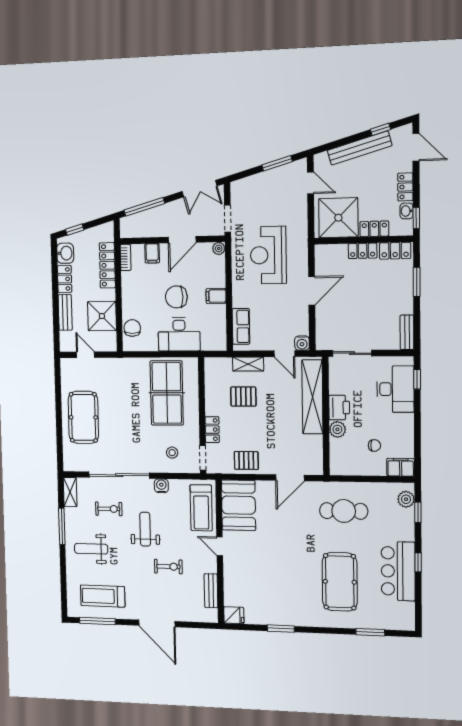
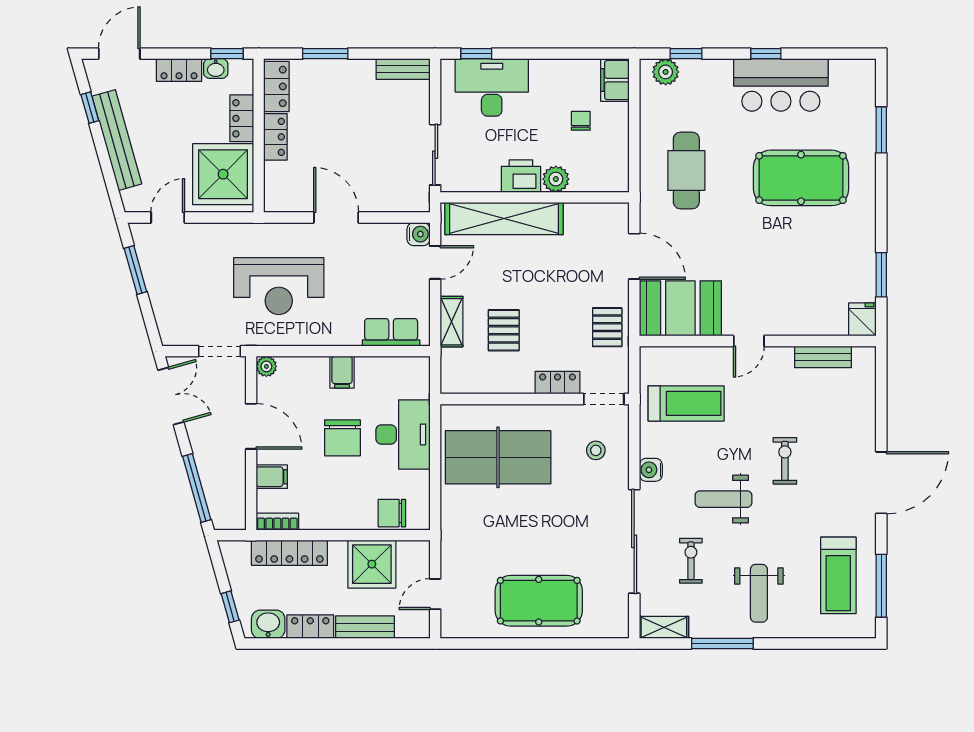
booth: (239, 505) -> (680, 308), moved
door: (220, 546) -> (749, 341), moved
wall: (220, 552) -> (758, 341), moved
bench: (211, 591) -> (823, 357), moved
fridge: (234, 615) -> (862, 319), moved

